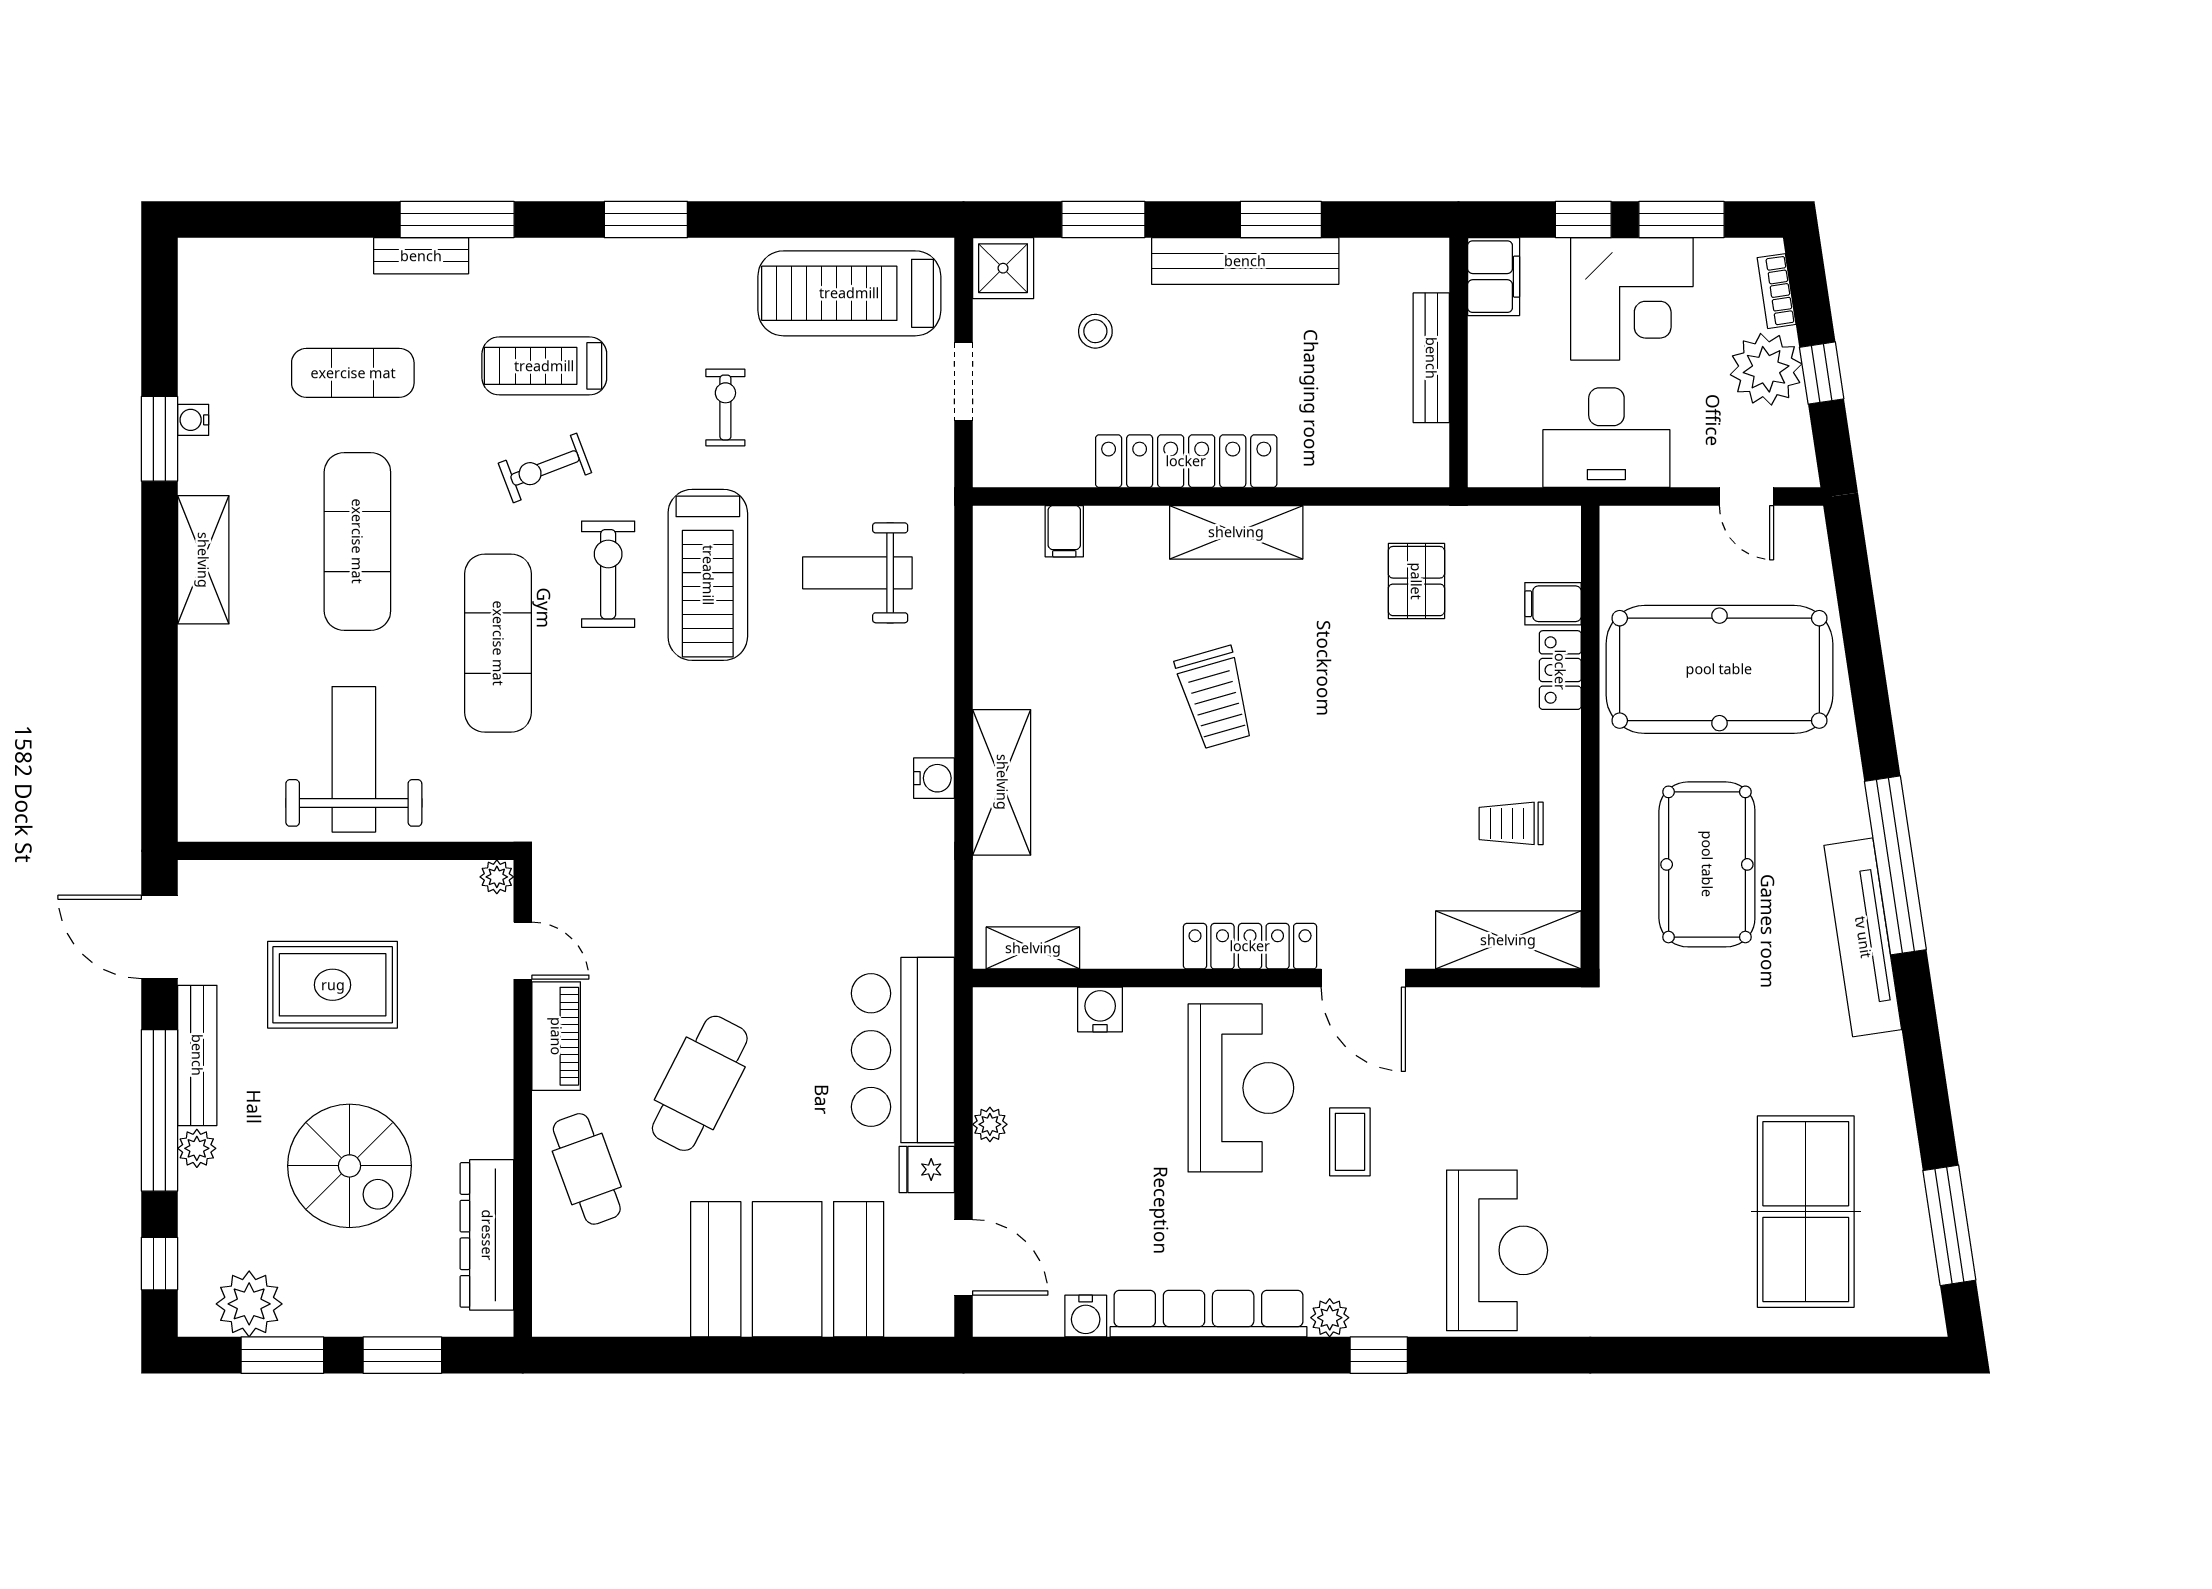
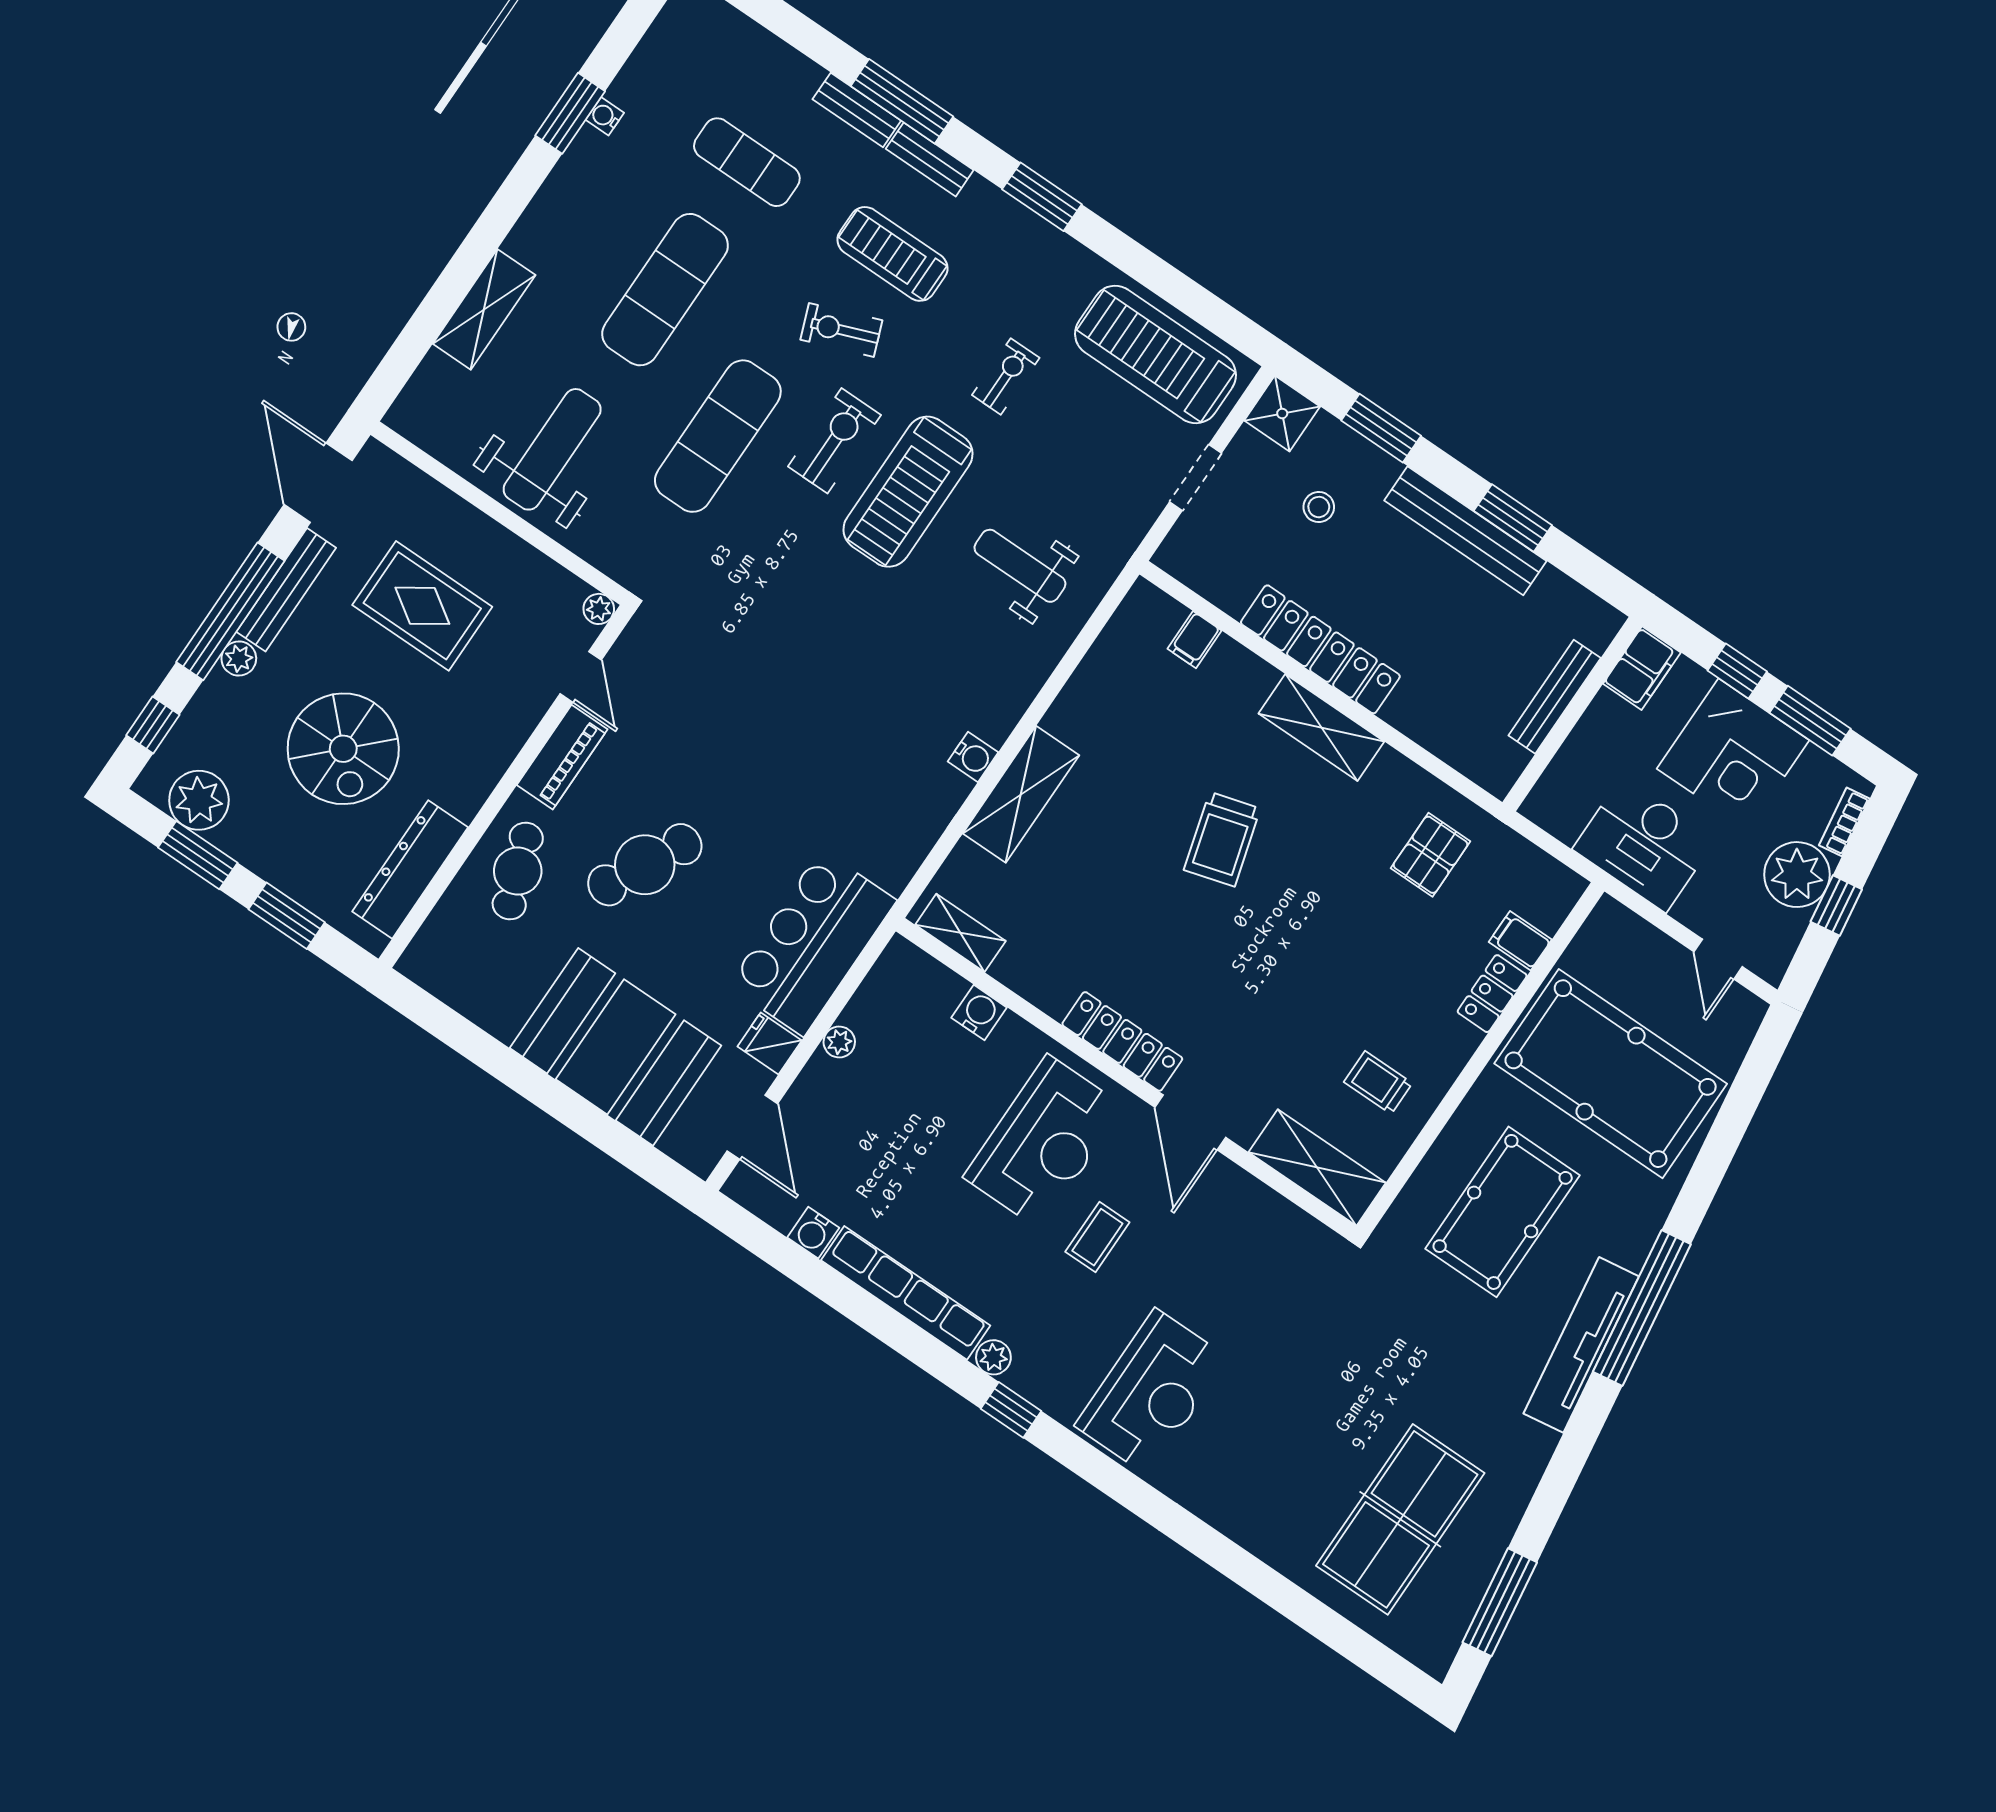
bench: (519, 256) -> (930, 159), added
shelving: (203, 560) -> (484, 309), moved

